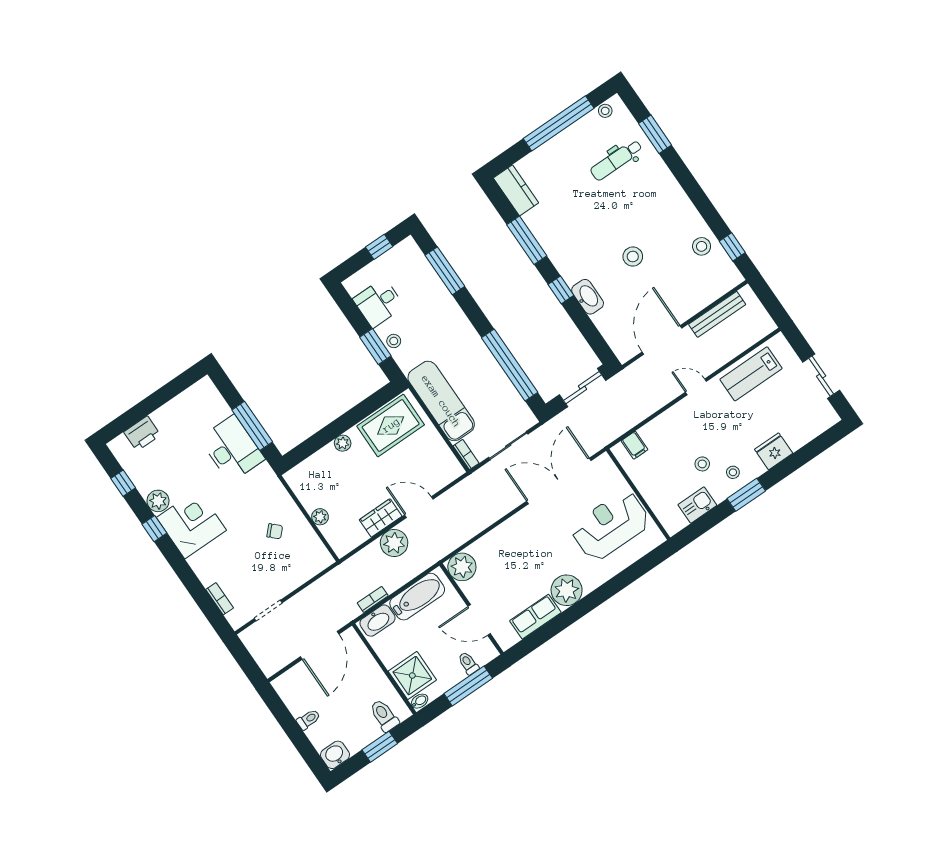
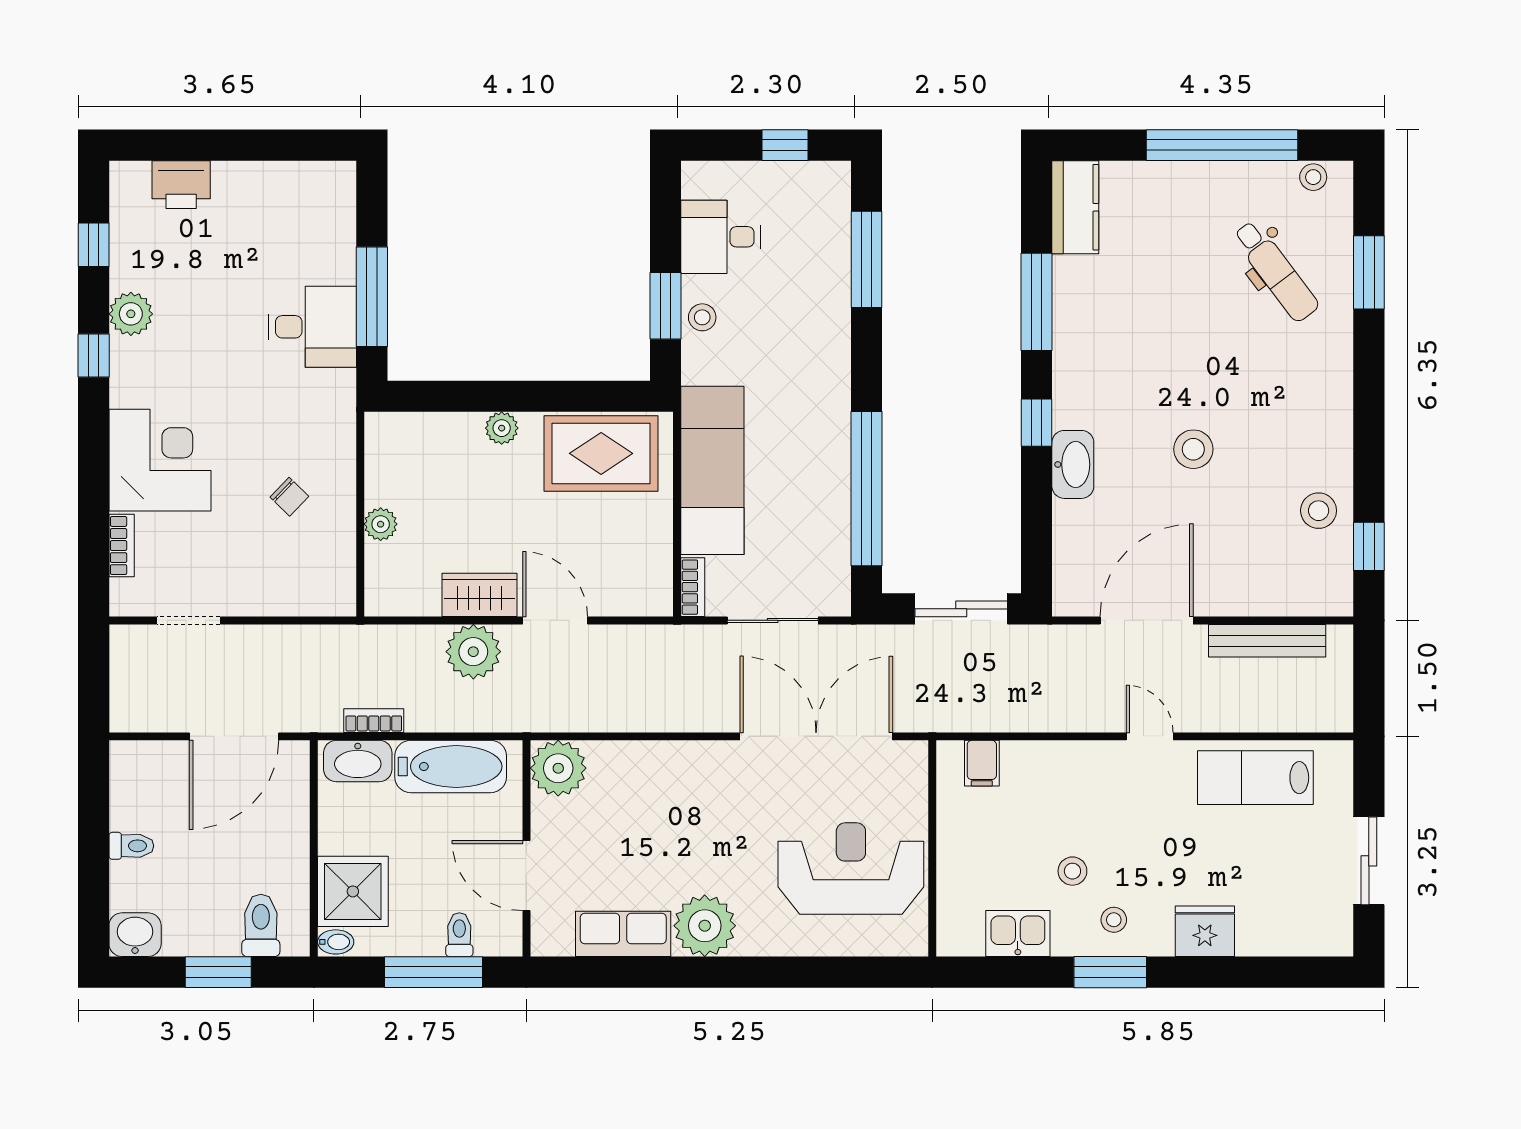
dental chair: (616, 160) -> (1276, 271), turned -127
desk: (232, 449) -> (312, 327), width x0.73
corner desk: (191, 524) -> (160, 460), moved

